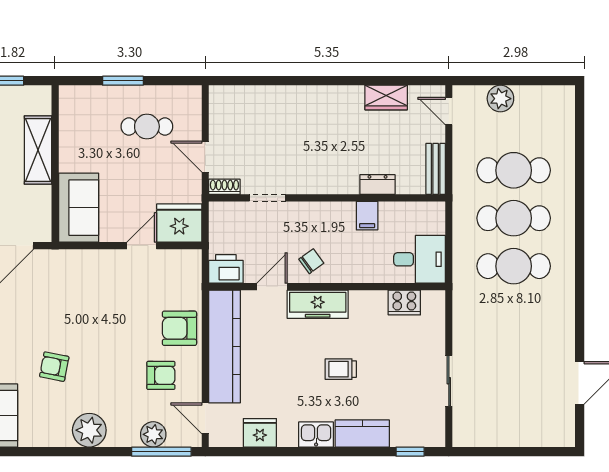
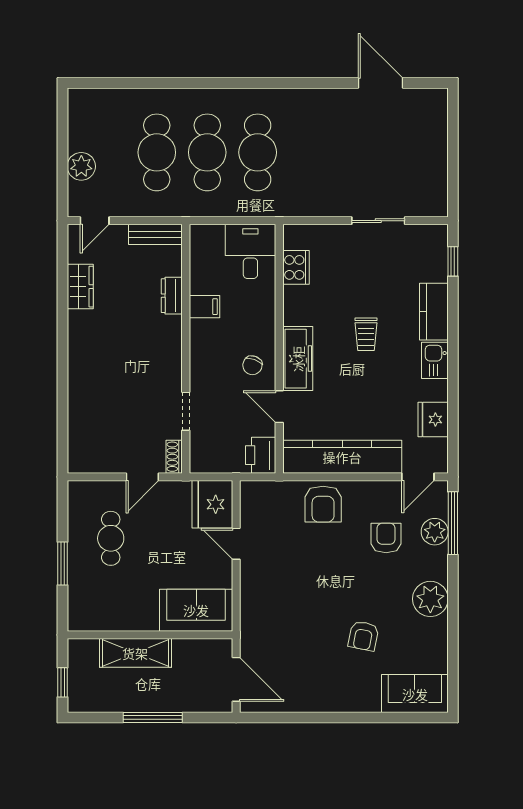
chair: (311, 261) -> (252, 365), turned -124
armchair: (161, 375) -> (386, 538), moved

